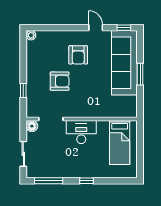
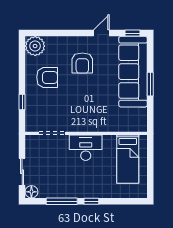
door: (96, 28) -> (101, 33), hinge flipped
plant: (31, 35) -> (35, 46), width x1.88, depth x1.88
armchair: (60, 81) -> (47, 77), moved
floor lamp: (32, 126) -> (31, 192), moved
window: (49, 181) -> (62, 201), moved

